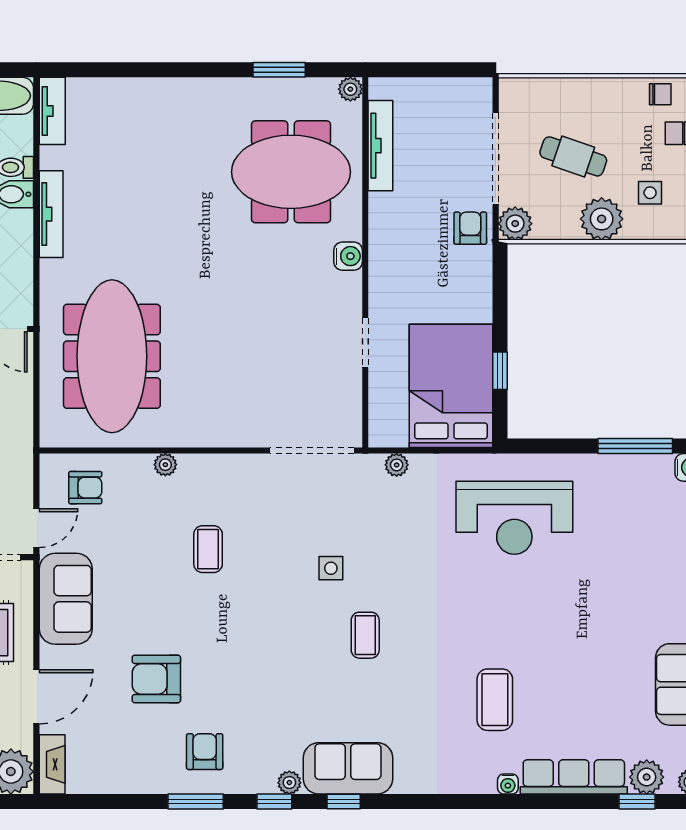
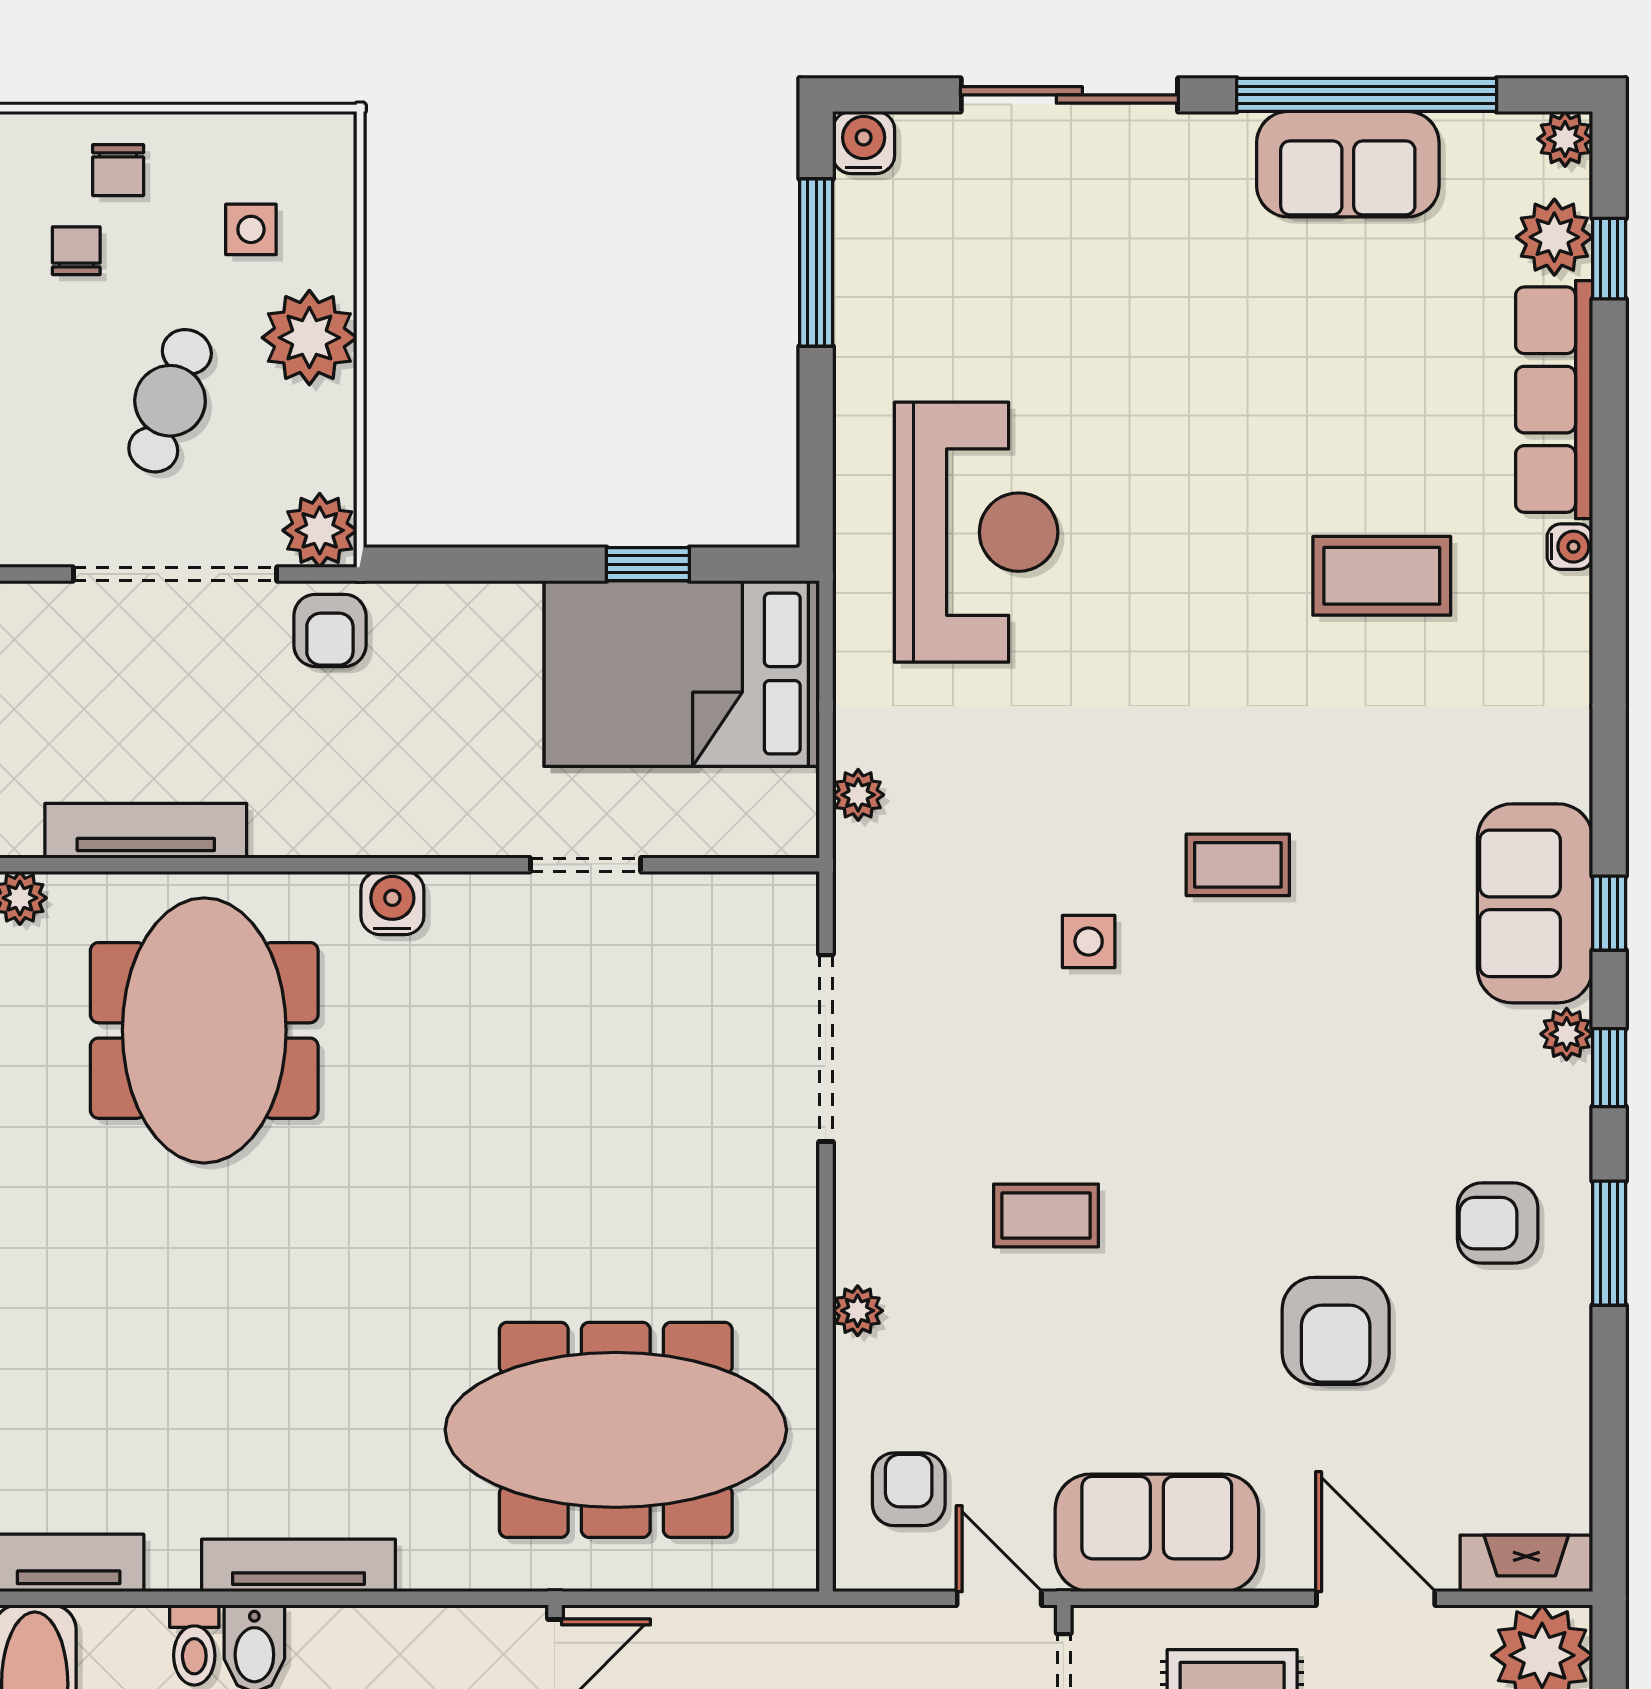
chair: (660, 94) -> (76, 251), moved
armchair: (470, 228) -> (330, 630), turned -90
doorway: (312, 450) -> (826, 1048), moved

